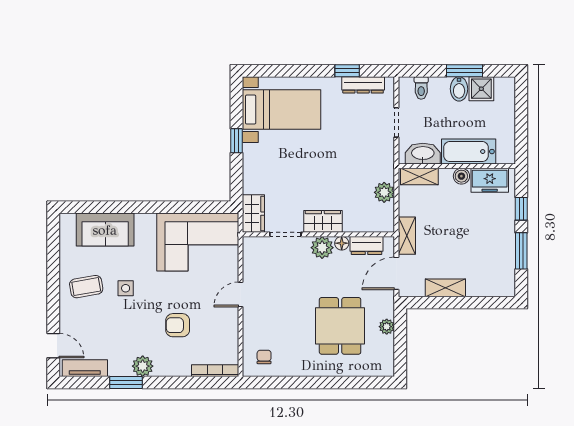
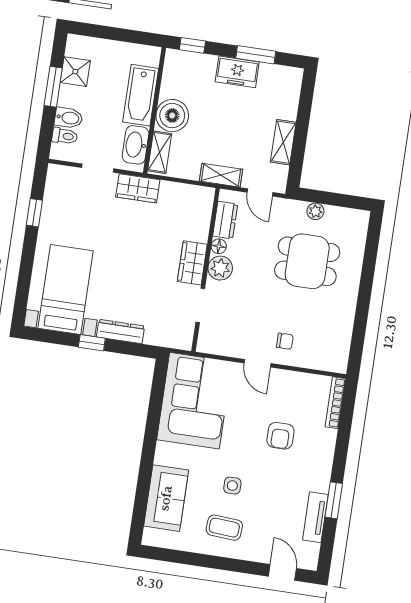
dresser: (363, 85) -> (121, 331), moved, turned -90
bidet: (459, 89) -> (68, 118), moved
boiler: (461, 176) -> (172, 116), width x1.86, depth x1.86
freezer: (490, 180) -> (237, 72), moved, turned 90
plant: (384, 192) -> (171, 192), removed
window: (521, 209) -> (192, 45), moved
wardrobe: (253, 214) -> (138, 188), moved, turned 180
door: (396, 273) -> (260, 192), width x0.73
coffee table: (86, 287) -> (224, 528), turned -76
door: (53, 346) -> (282, 572), hinge flipped
chair: (264, 357) -> (285, 341), moved, turned 180
plant: (143, 366) -> (319, 480), removed
tv unit: (85, 368) -> (315, 517), moved

